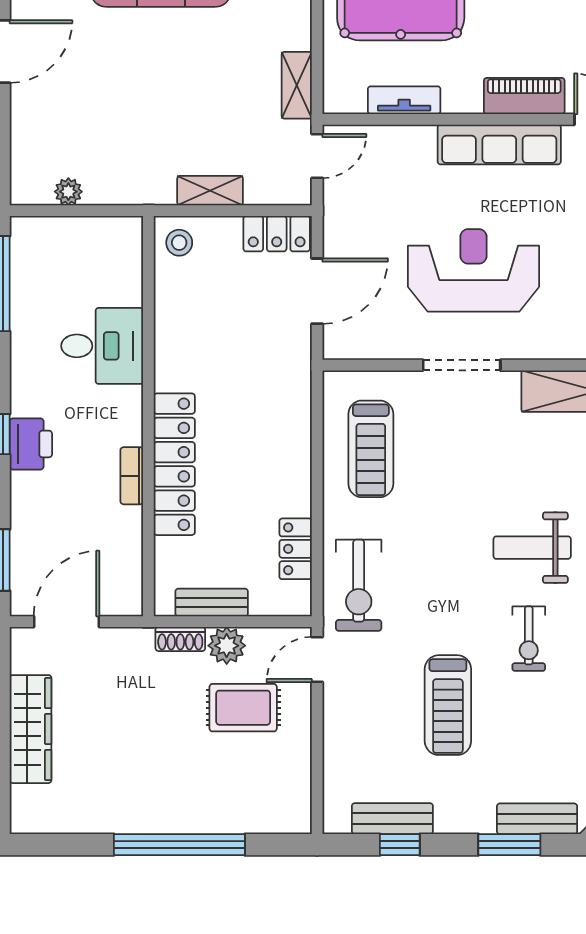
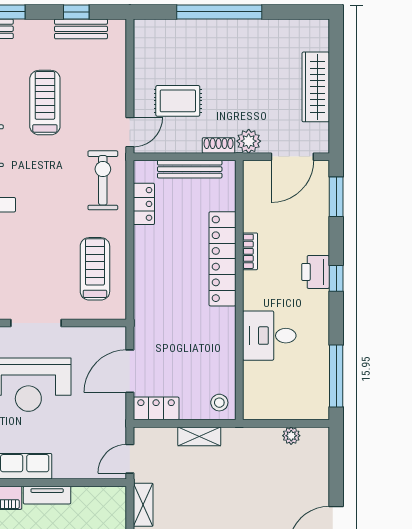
tv unit: (404, 100) -> (47, 495), moved
bench: (212, 602) -> (190, 169), width x1.36
plant: (227, 646) -> (249, 141), moved

